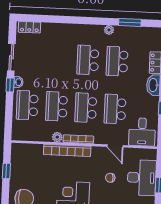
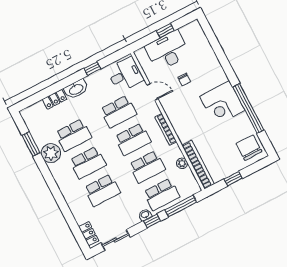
plant: (109, 30) -> (51, 153), width x1.88, depth x1.88
sliding door: (11, 57) -> (116, 240), moved
school desk: (59, 59) -> (102, 190), added
window: (9, 115) -> (181, 206), added
plant: (57, 137) -> (182, 163), moved
door: (115, 146) -> (152, 92), hinge flipped
bookcase: (67, 150) -> (198, 165), moved

